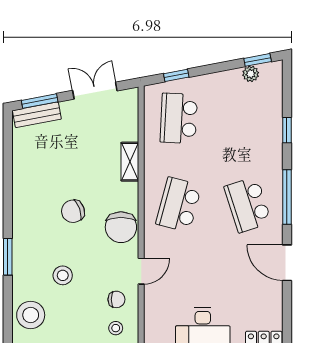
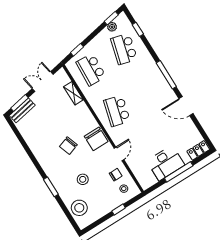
window: (287, 130) -> (138, 29), moved
shelving: (130, 162) -> (73, 93), moved
school desk: (248, 205) -> (124, 49), moved, turned 33

